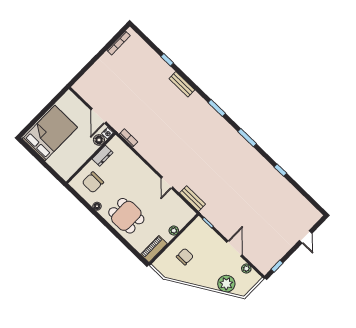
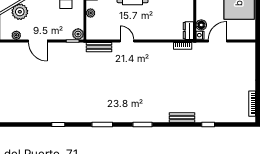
door: (98, 116) -> (218, 41), hinge flipped
dresser: (103, 156) -> (188, 31), moved
plant: (199, 224) -> (78, 34), added

